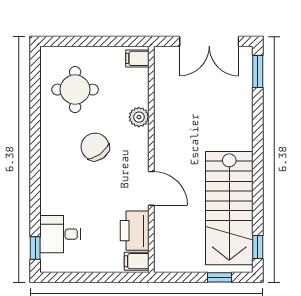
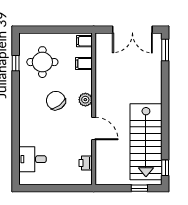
plant: (139, 117) -> (85, 100), moved
printer: (135, 231) -> (86, 163), width x0.53, depth x0.68
window: (35, 248) -> (16, 63), moved
filing cabinet: (137, 261) -> (84, 64), moved

